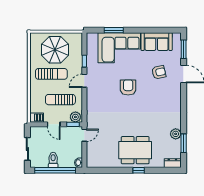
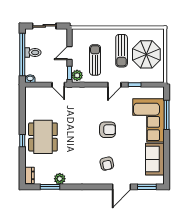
window: (114, 30) -> (167, 115), width x1.44
armchair: (159, 72) -> (107, 164), moved
door: (84, 81) -> (114, 85), swing flipped
barbecue: (37, 118) -> (76, 35), removed

